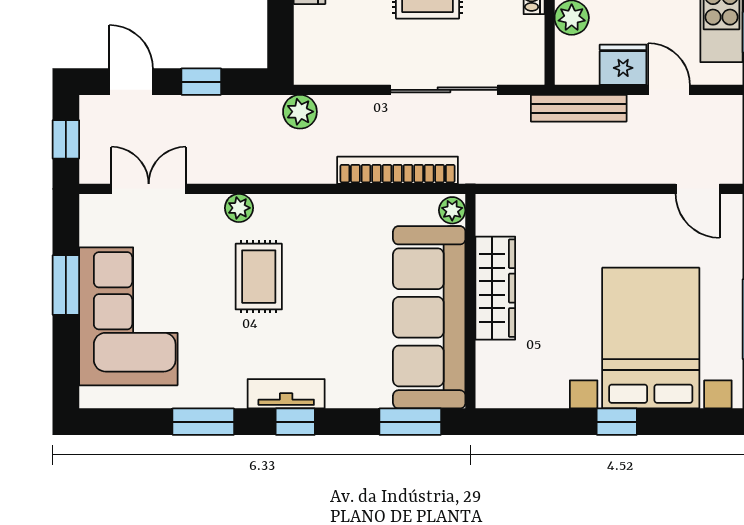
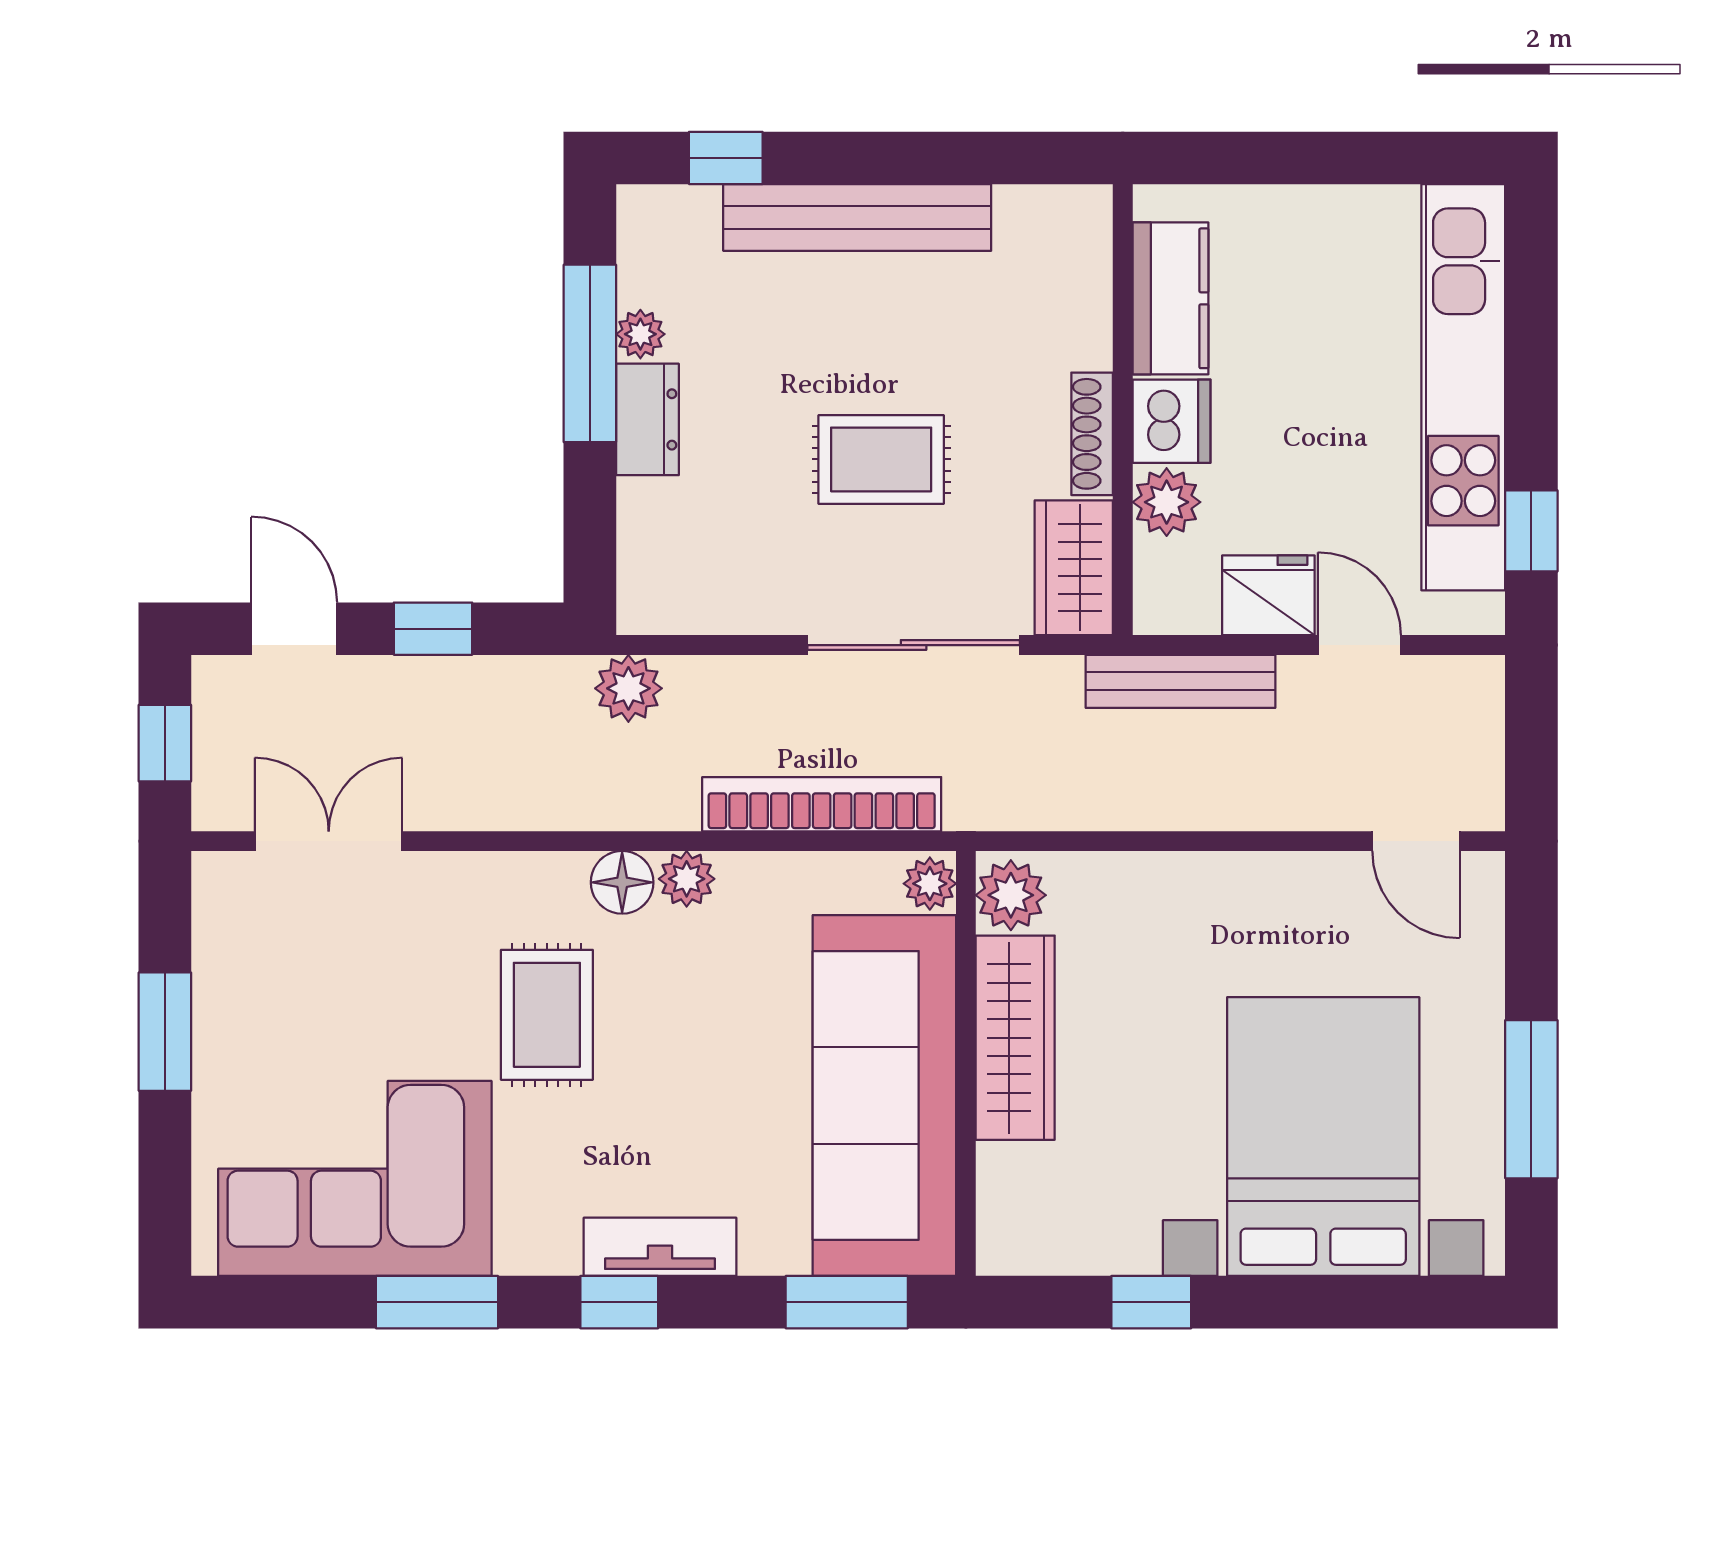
wardrobe: (525, 51) -> (1074, 568), added
plant: (239, 208) -> (687, 879), moved
floor lamp: (297, 210) -> (622, 882), added
plant: (493, 216) -> (1011, 895), added
corner sofa: (128, 316) -> (355, 1178), moved, turned -90
tv unit: (286, 394) -> (660, 1247), moved
window: (617, 422) -> (1151, 1302), moved

